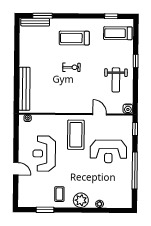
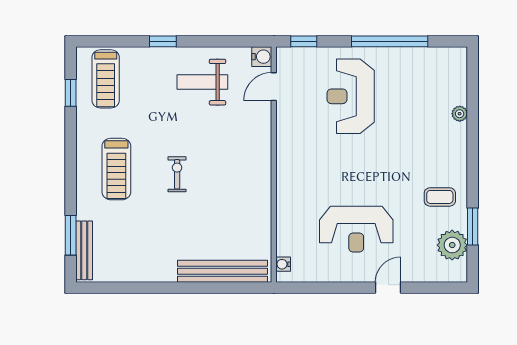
weight bench: (116, 80) -> (202, 82), turned 180
door: (100, 114) -> (274, 87), moved
coffee table: (76, 135) -> (317, 164), removed
reception desk: (108, 151) -> (351, 96), turned 180
plant: (81, 200) -> (452, 245), moved

